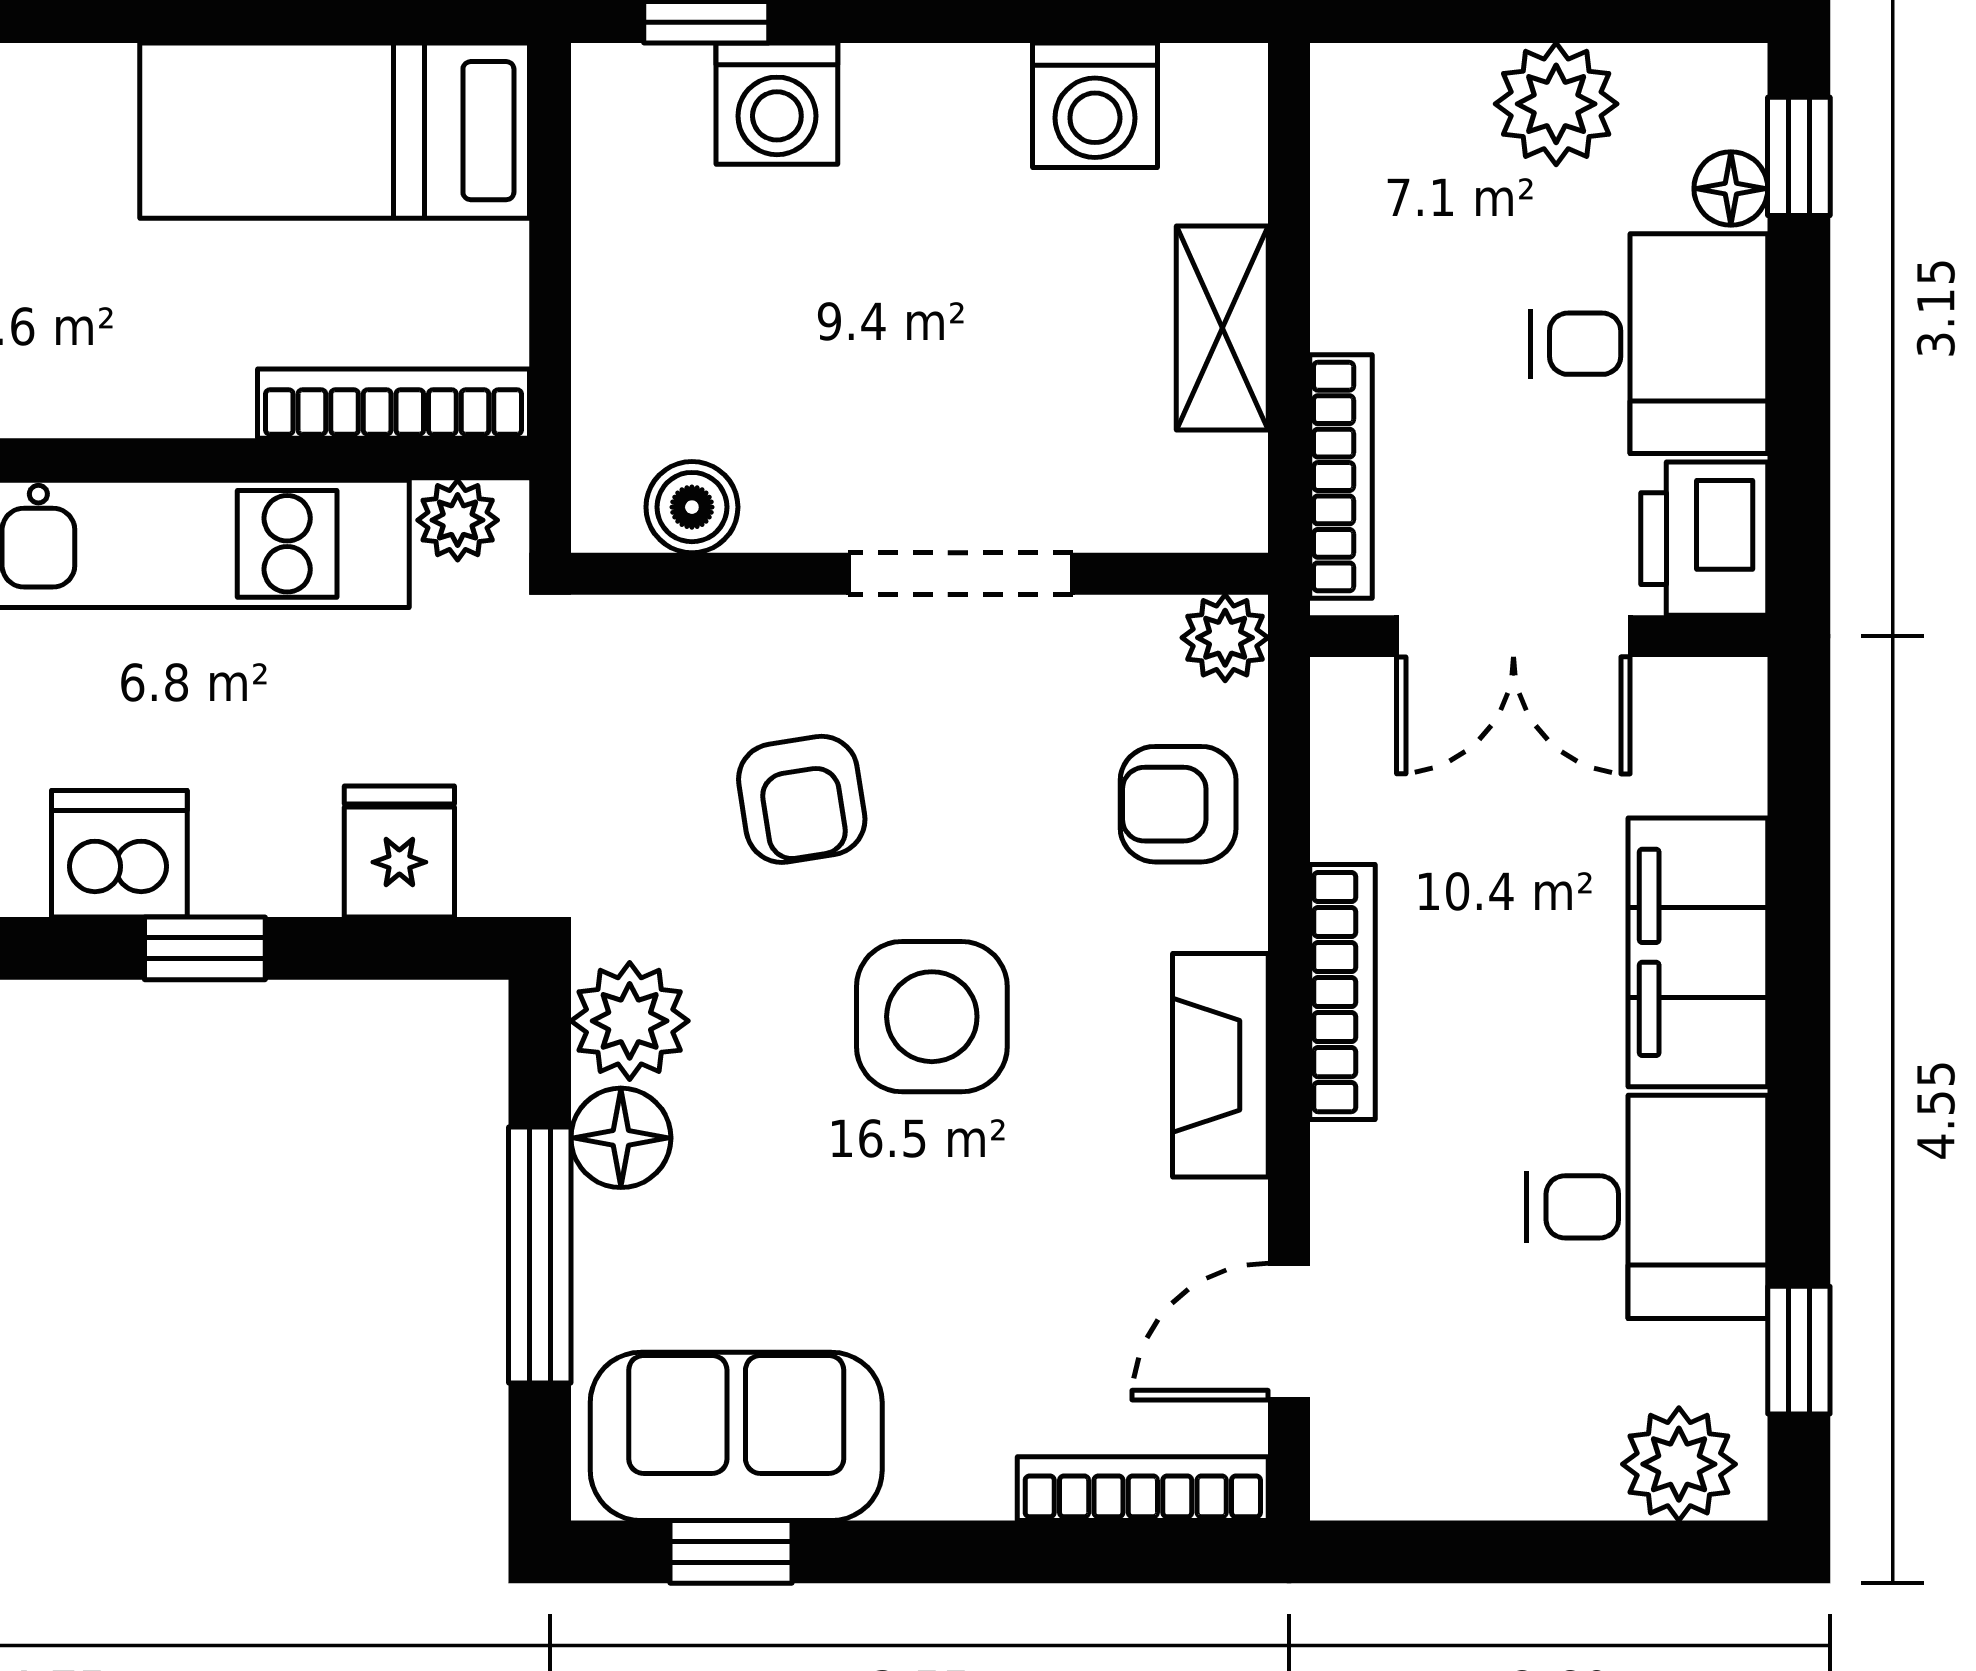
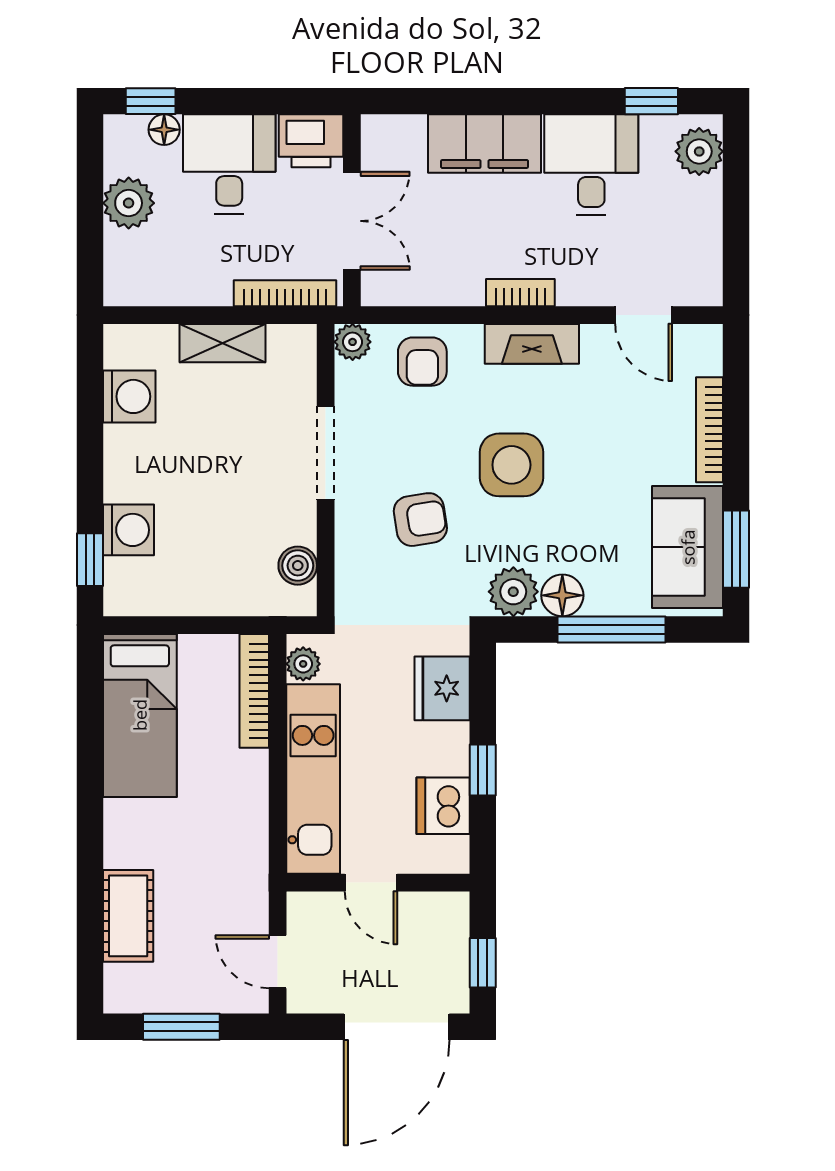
fridge: (399, 851) -> (442, 688), width x1.38
bookcase: (1343, 992) -> (520, 293), width x0.64
bookcase: (1143, 1489) -> (710, 430), moved
window: (731, 1552) -> (736, 549), width x1.50

